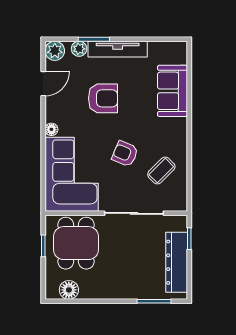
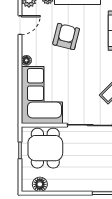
armchair: (103, 98) -> (66, 36), turned -76
armchair: (125, 154) -> (83, 79), removed

